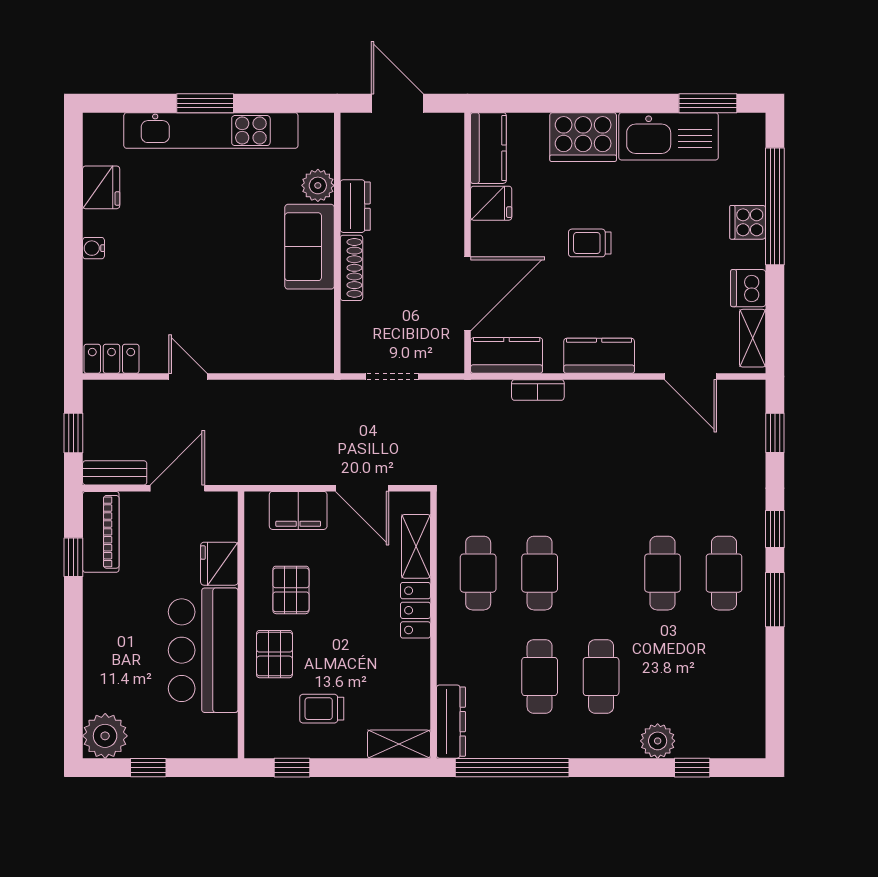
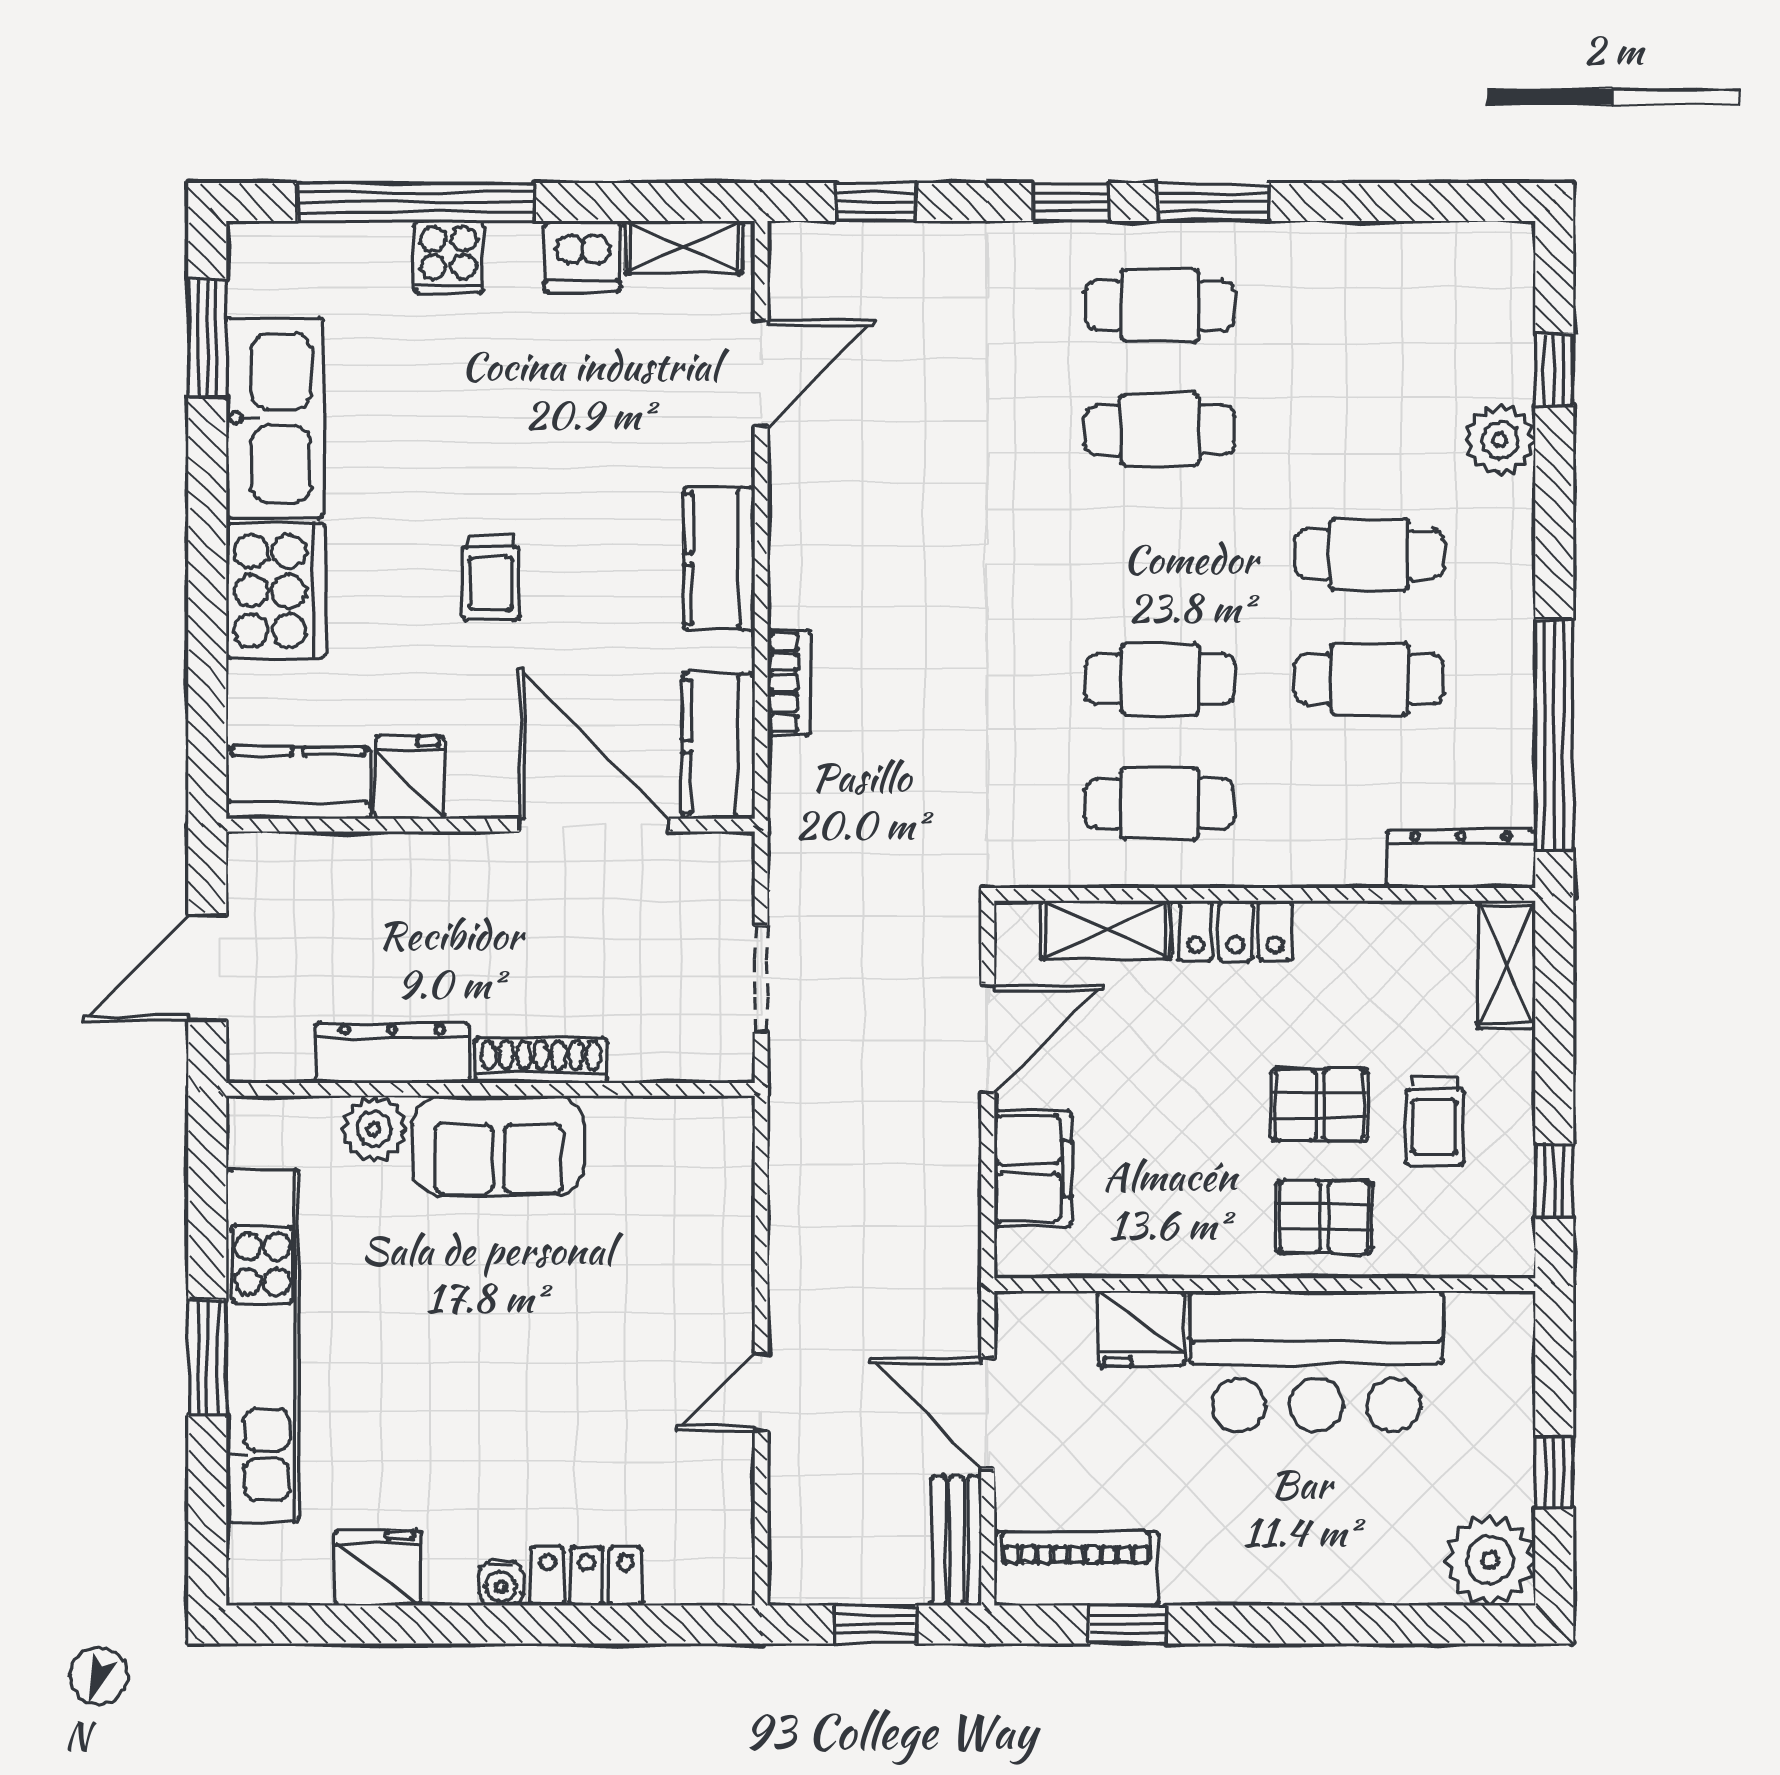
dresser: (355, 206) -> (392, 1053), width x1.44
locker: (112, 359) -> (587, 1576), moved, turned 90
pallet: (291, 590) -> (1320, 1105), moved

